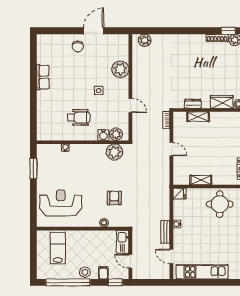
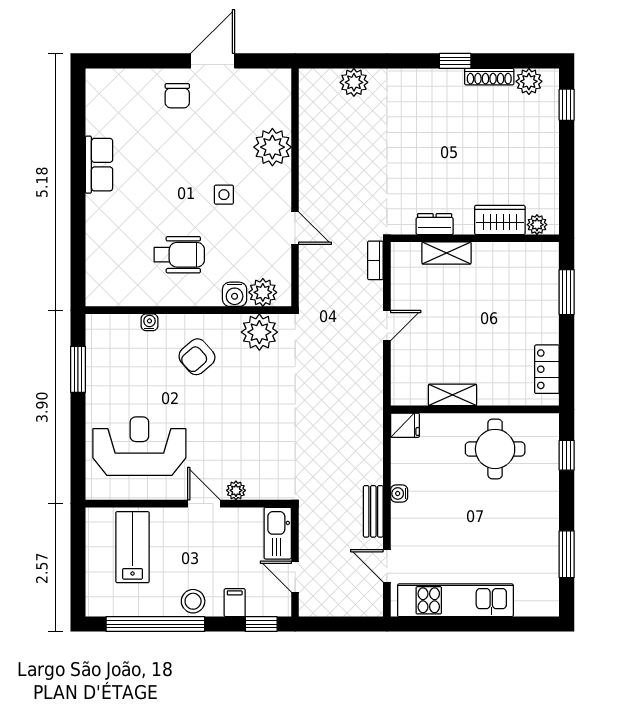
window: (228, 31) -> (455, 61), moved
plant: (145, 40) -> (354, 82), moved
door: (171, 149) -> (387, 325), hinge flipped
armchair: (114, 198) -> (197, 357), moved, turned -131
door: (90, 229) -> (204, 504), added

